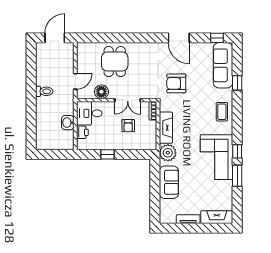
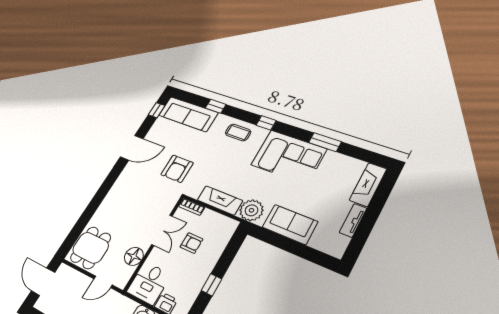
dining table: (115, 62) -> (91, 248), moved, turned 90
door: (75, 81) -> (103, 282), swing flipped
window: (237, 151) -> (266, 123), moved

